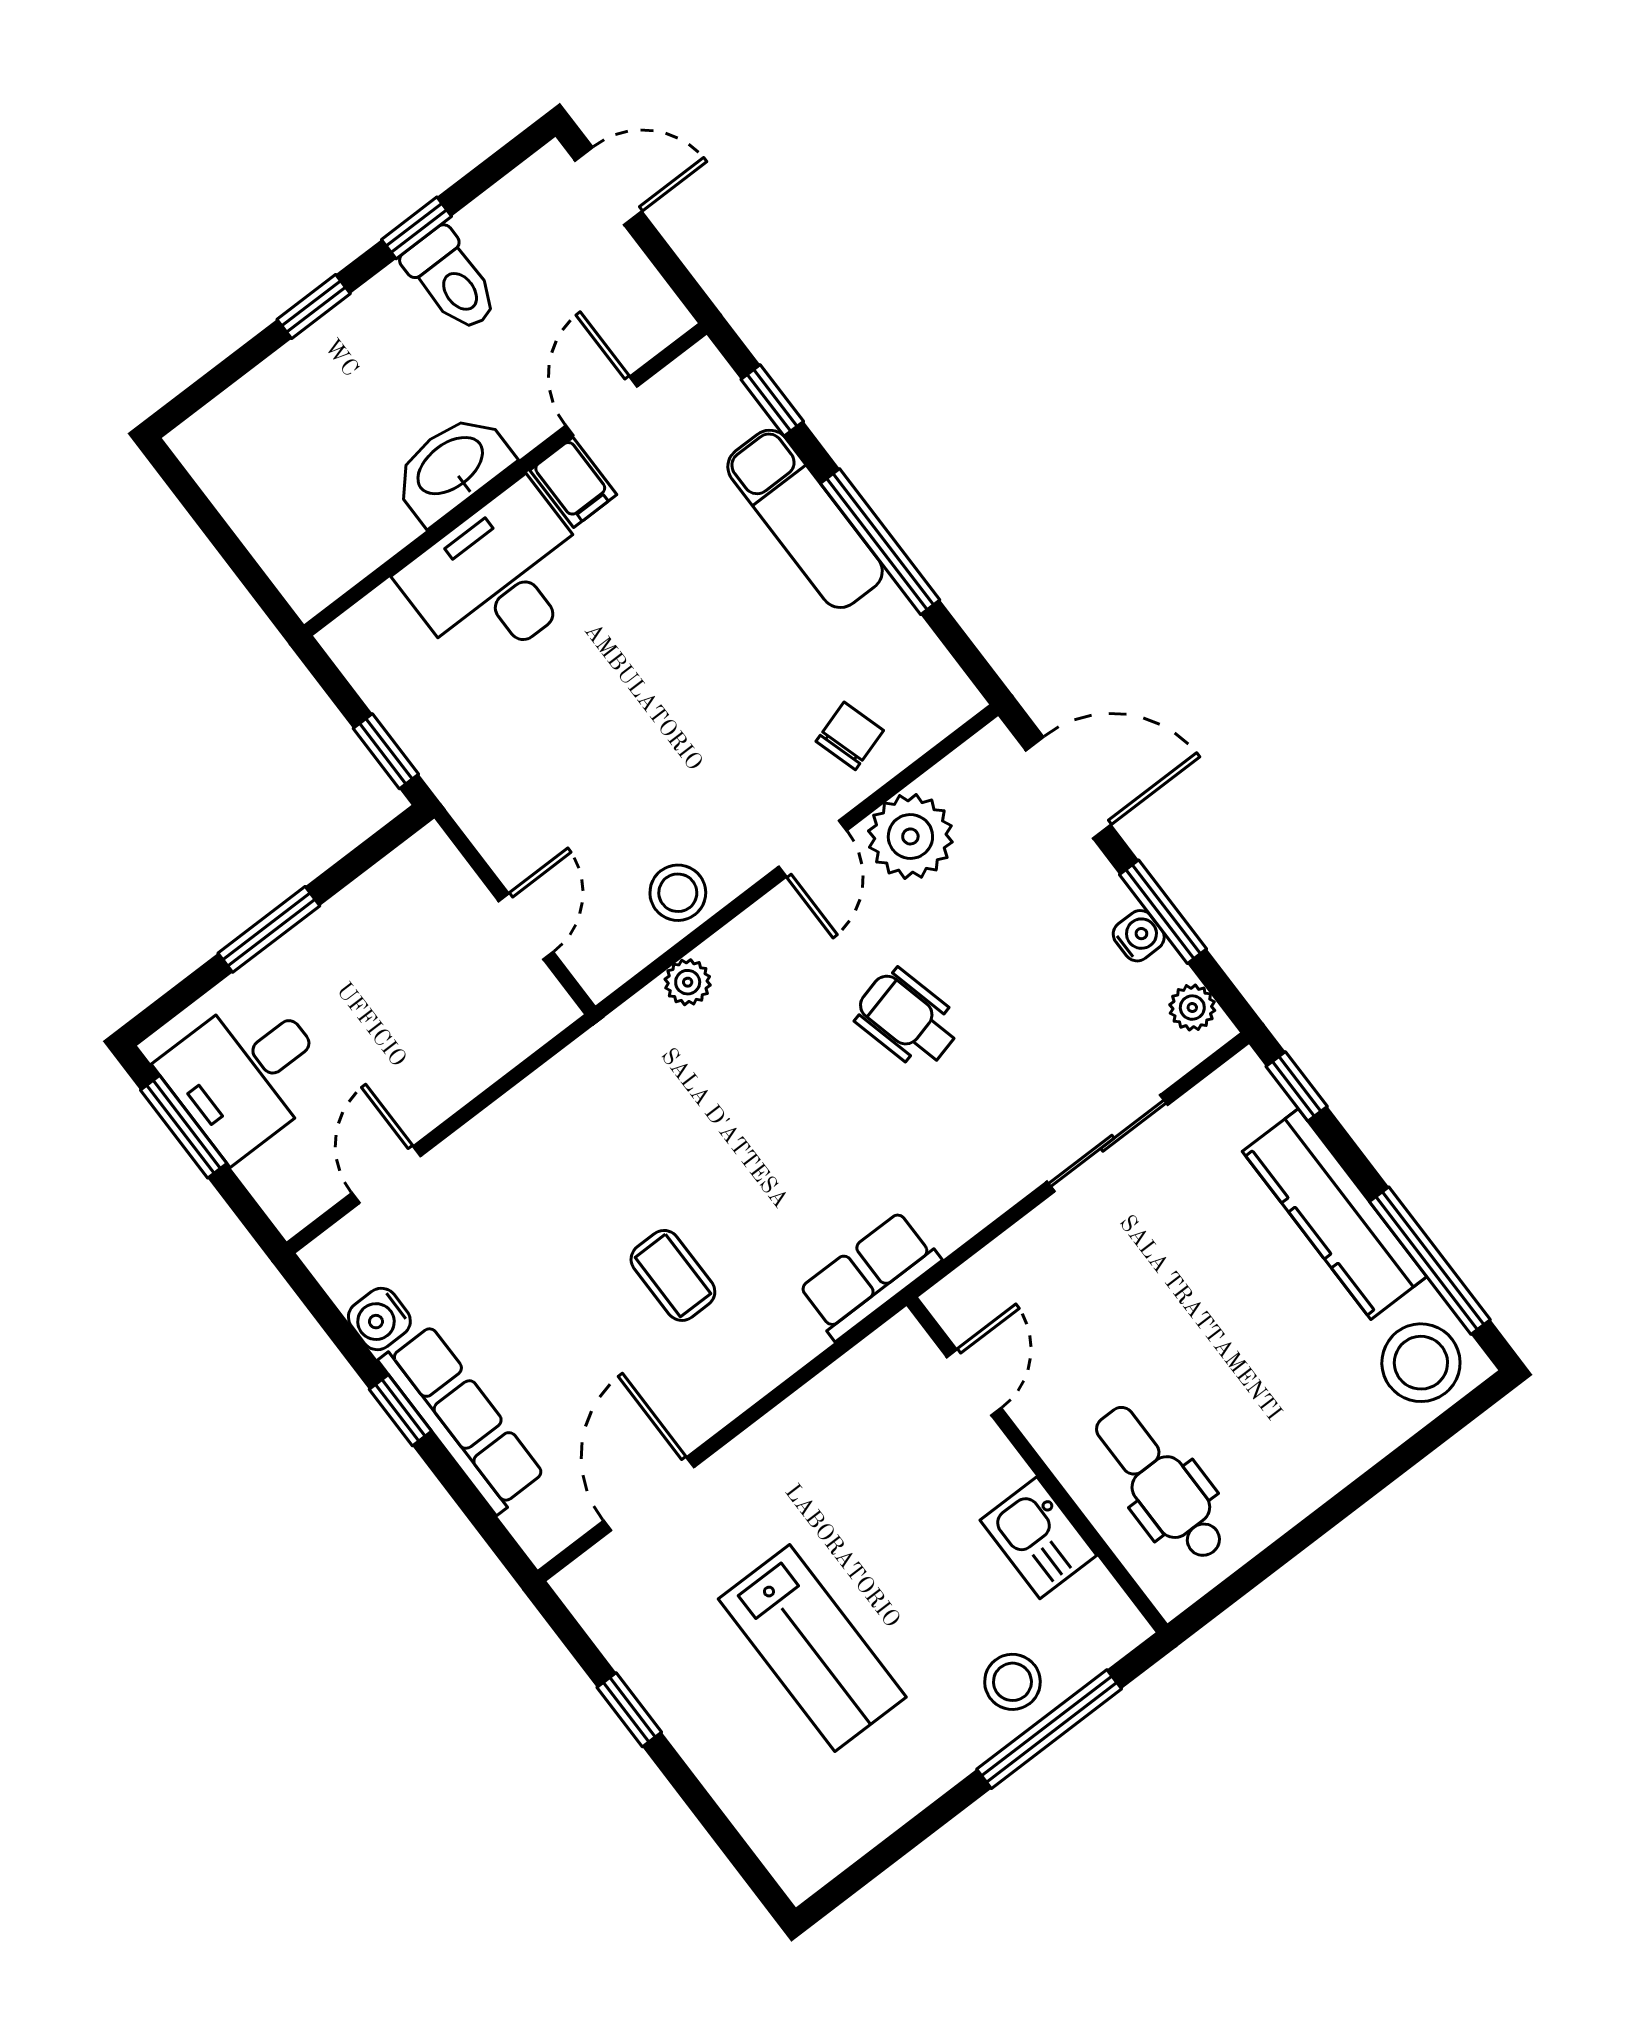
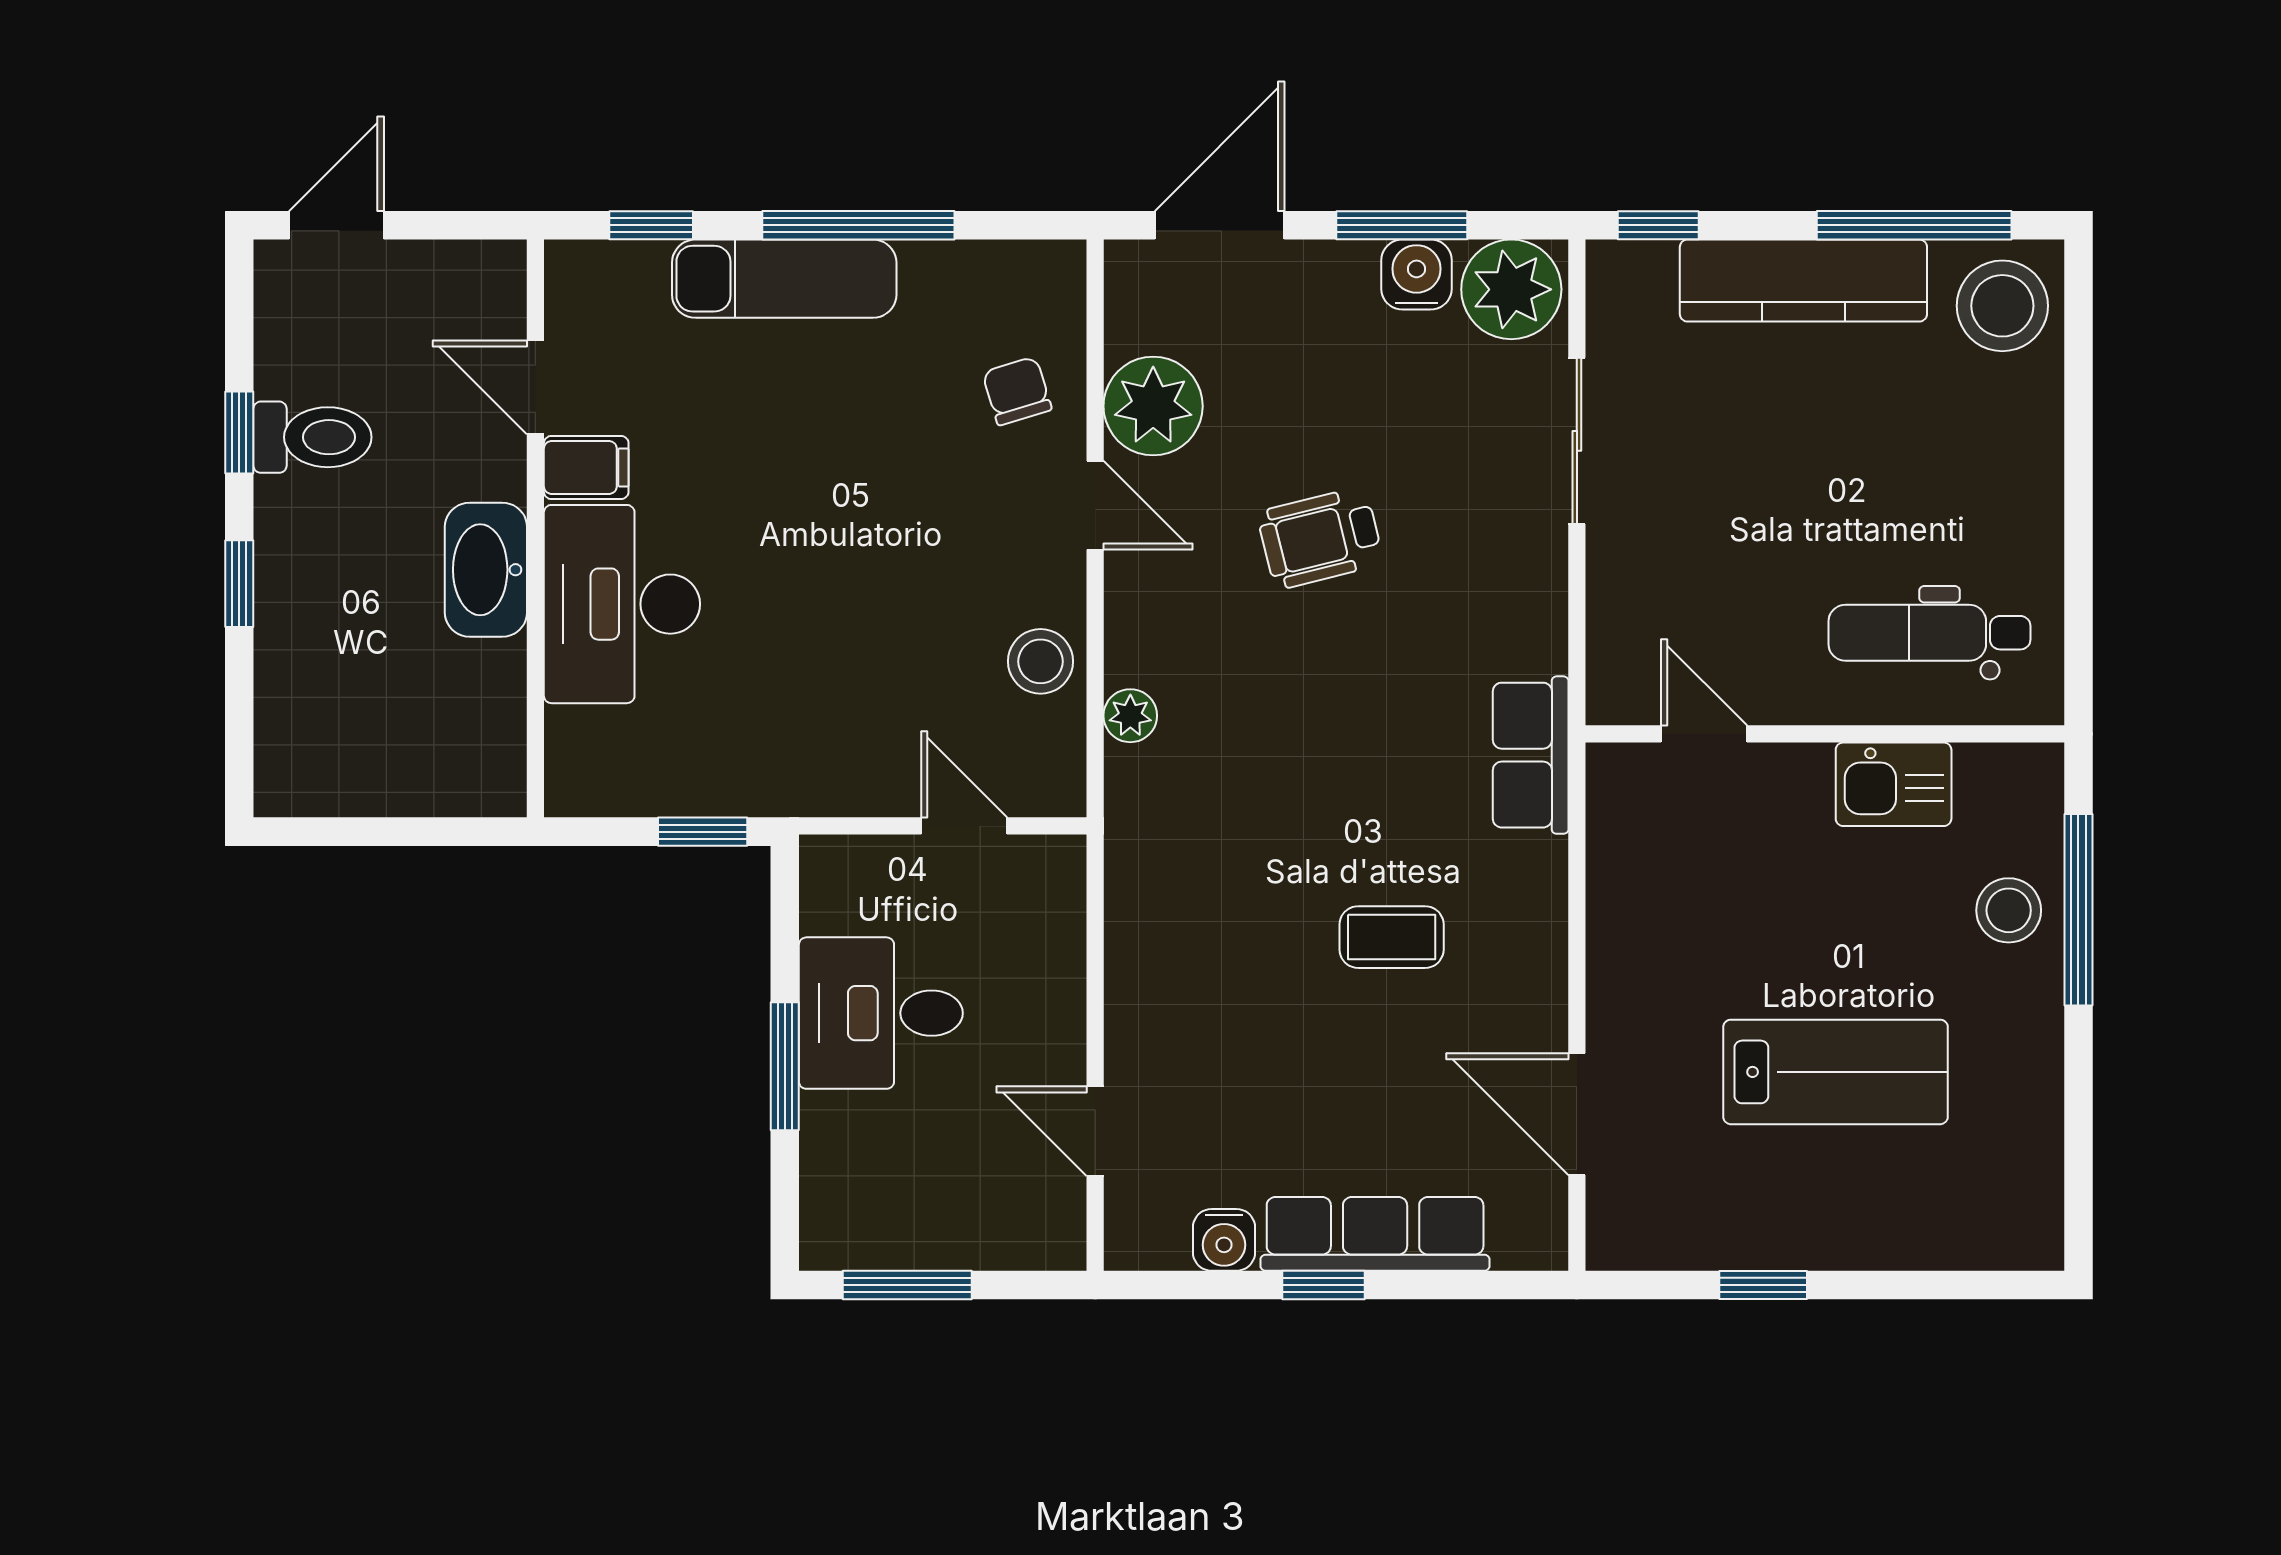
water cooler: (1139, 936) -> (1416, 275), width x1.38, depth x1.38
plant: (1192, 1008) -> (1511, 289), width x1.88, depth x1.88
desk: (246, 1073) -> (881, 1013), moved, turned 90

